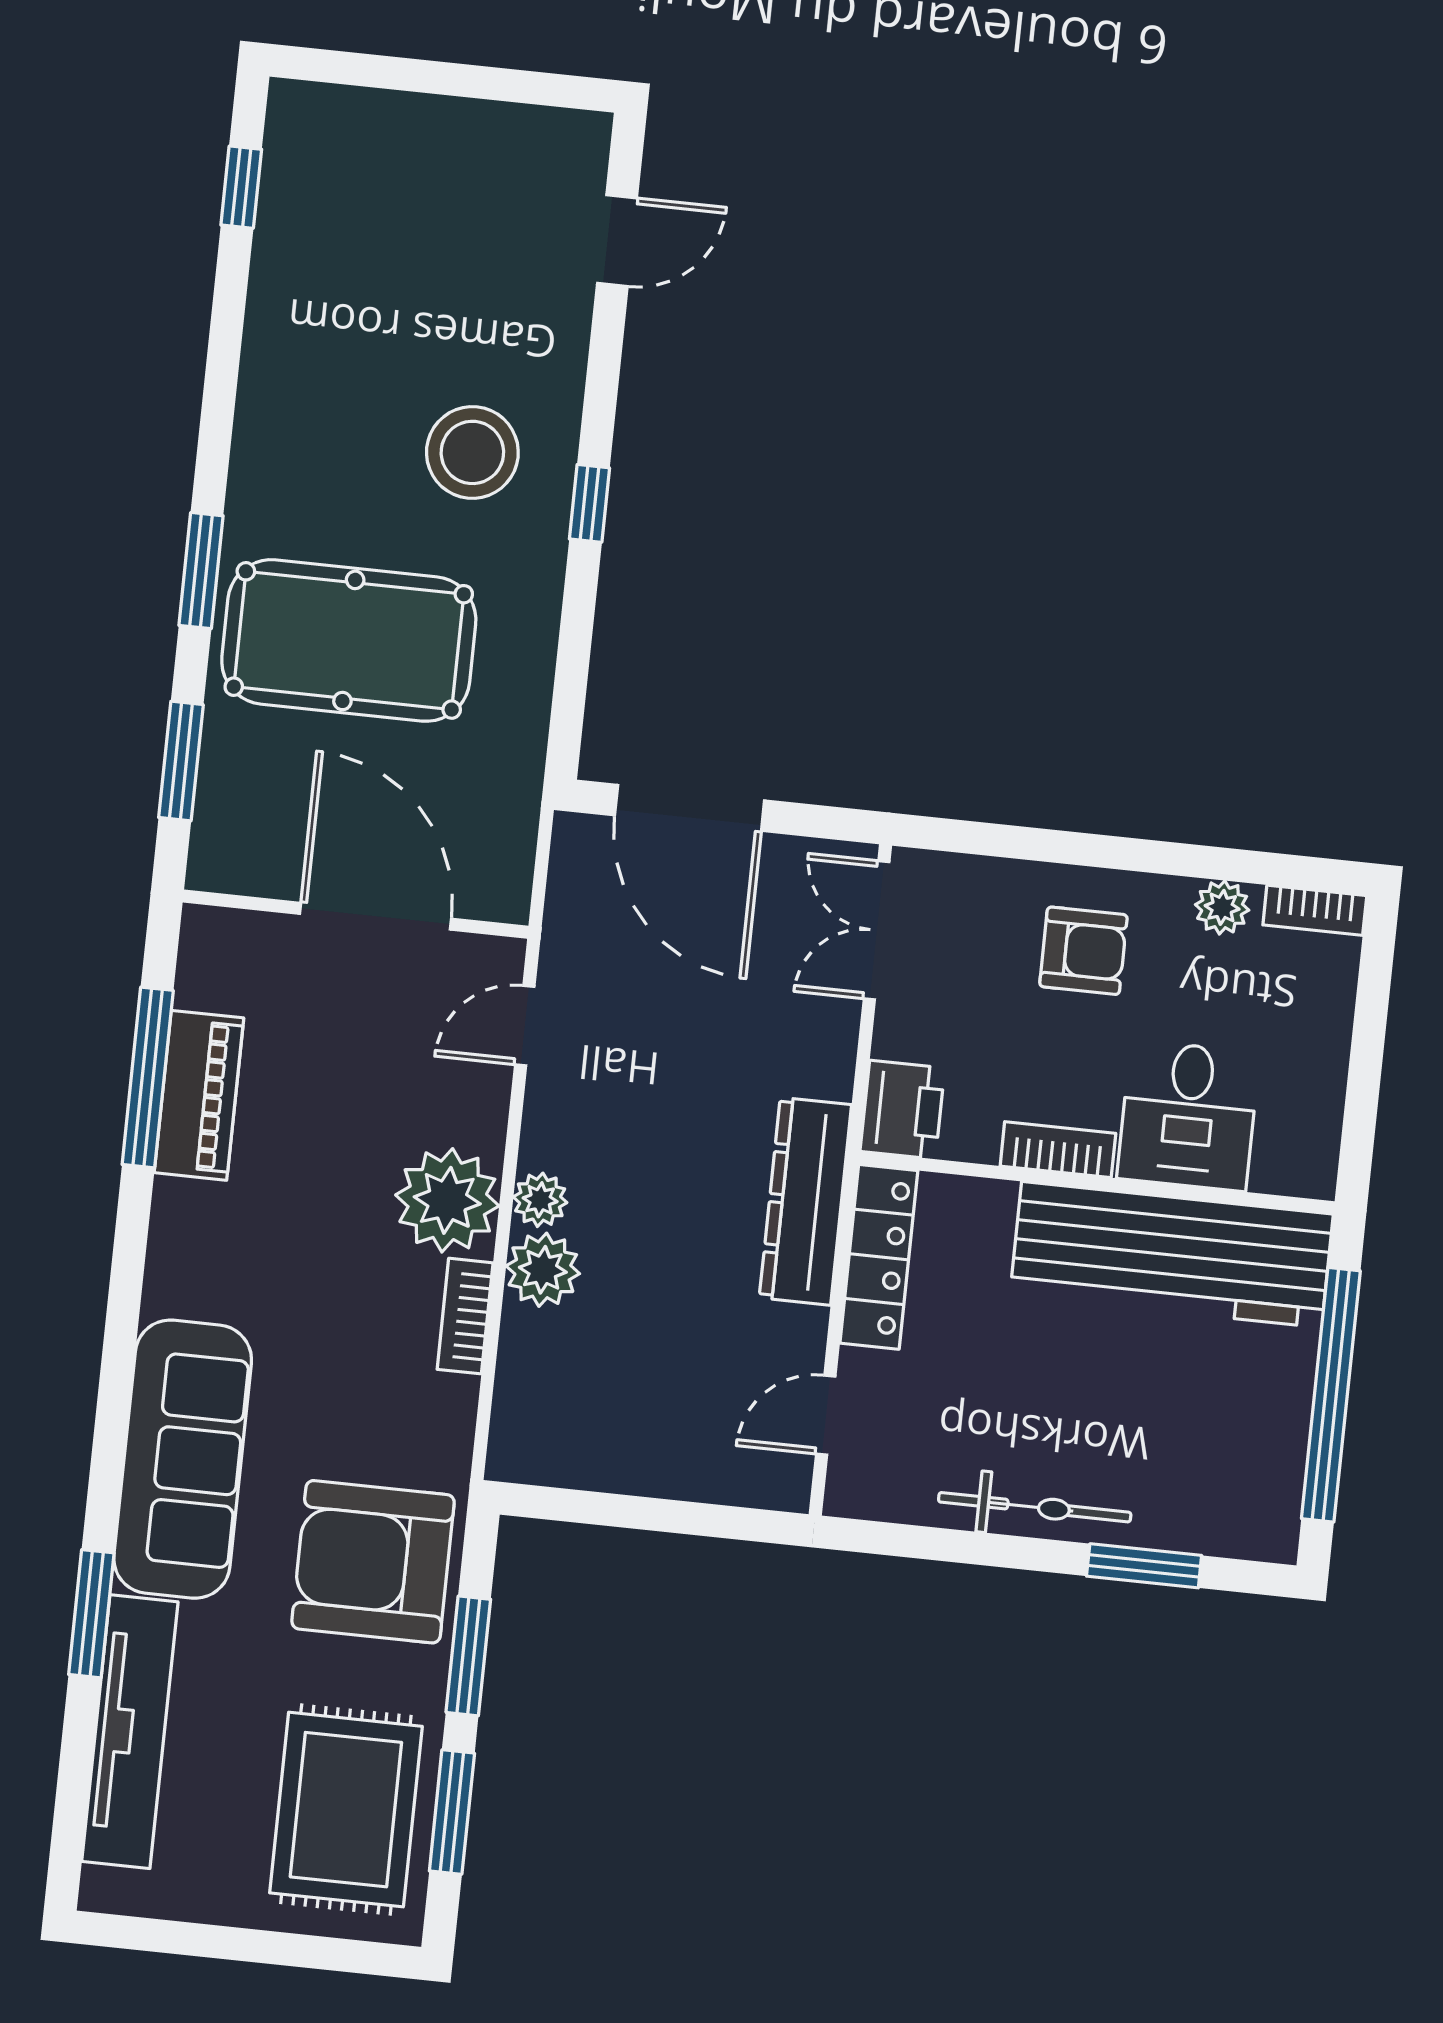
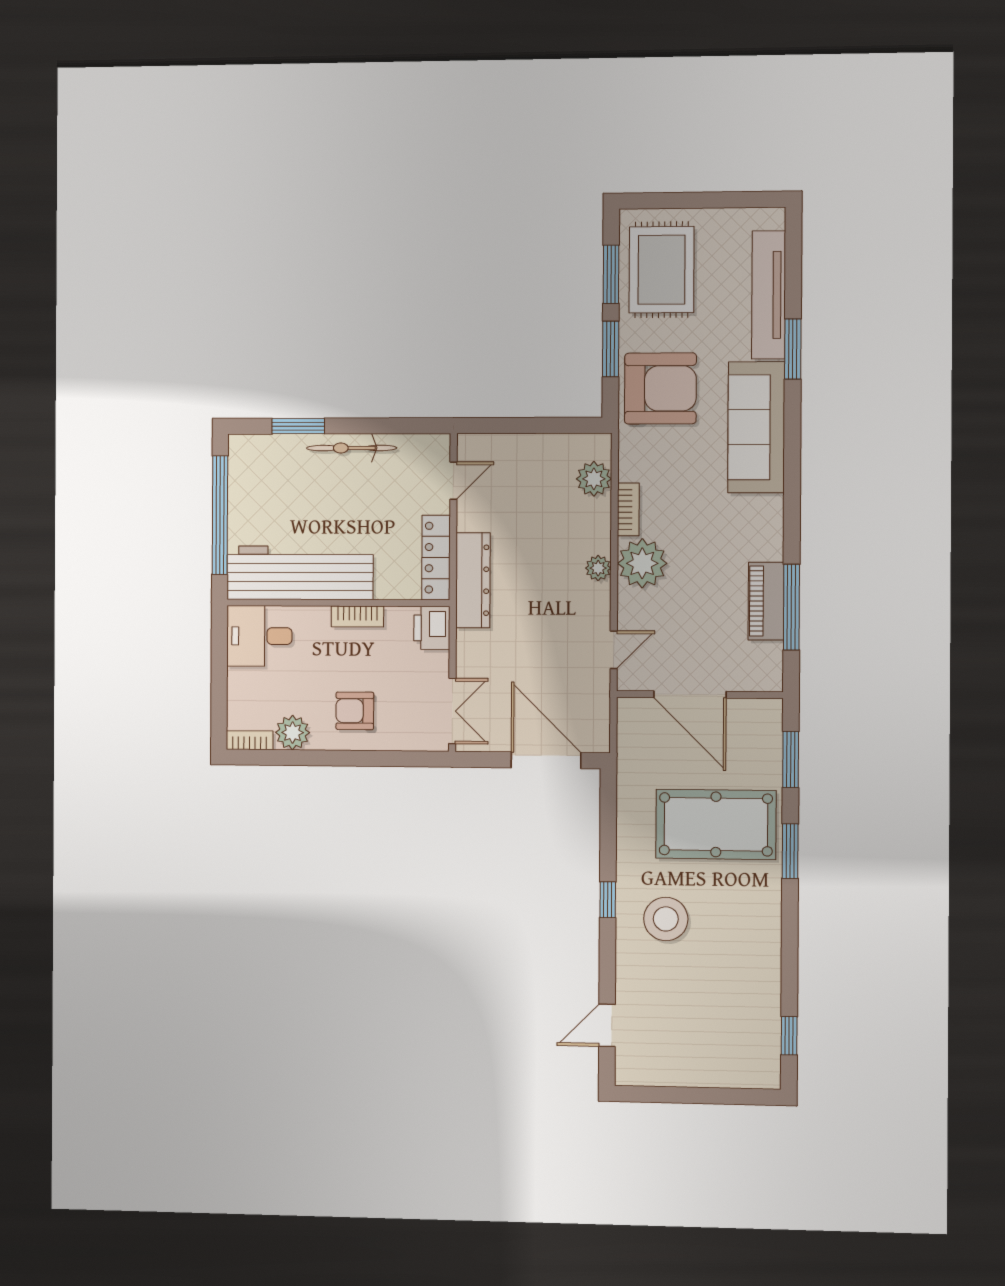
plant: (1222, 907) -> (293, 733), width x1.38, depth x1.38
desk: (1188, 1115) -> (259, 636), moved, turned -90
plant: (543, 1270) -> (594, 479), moved

